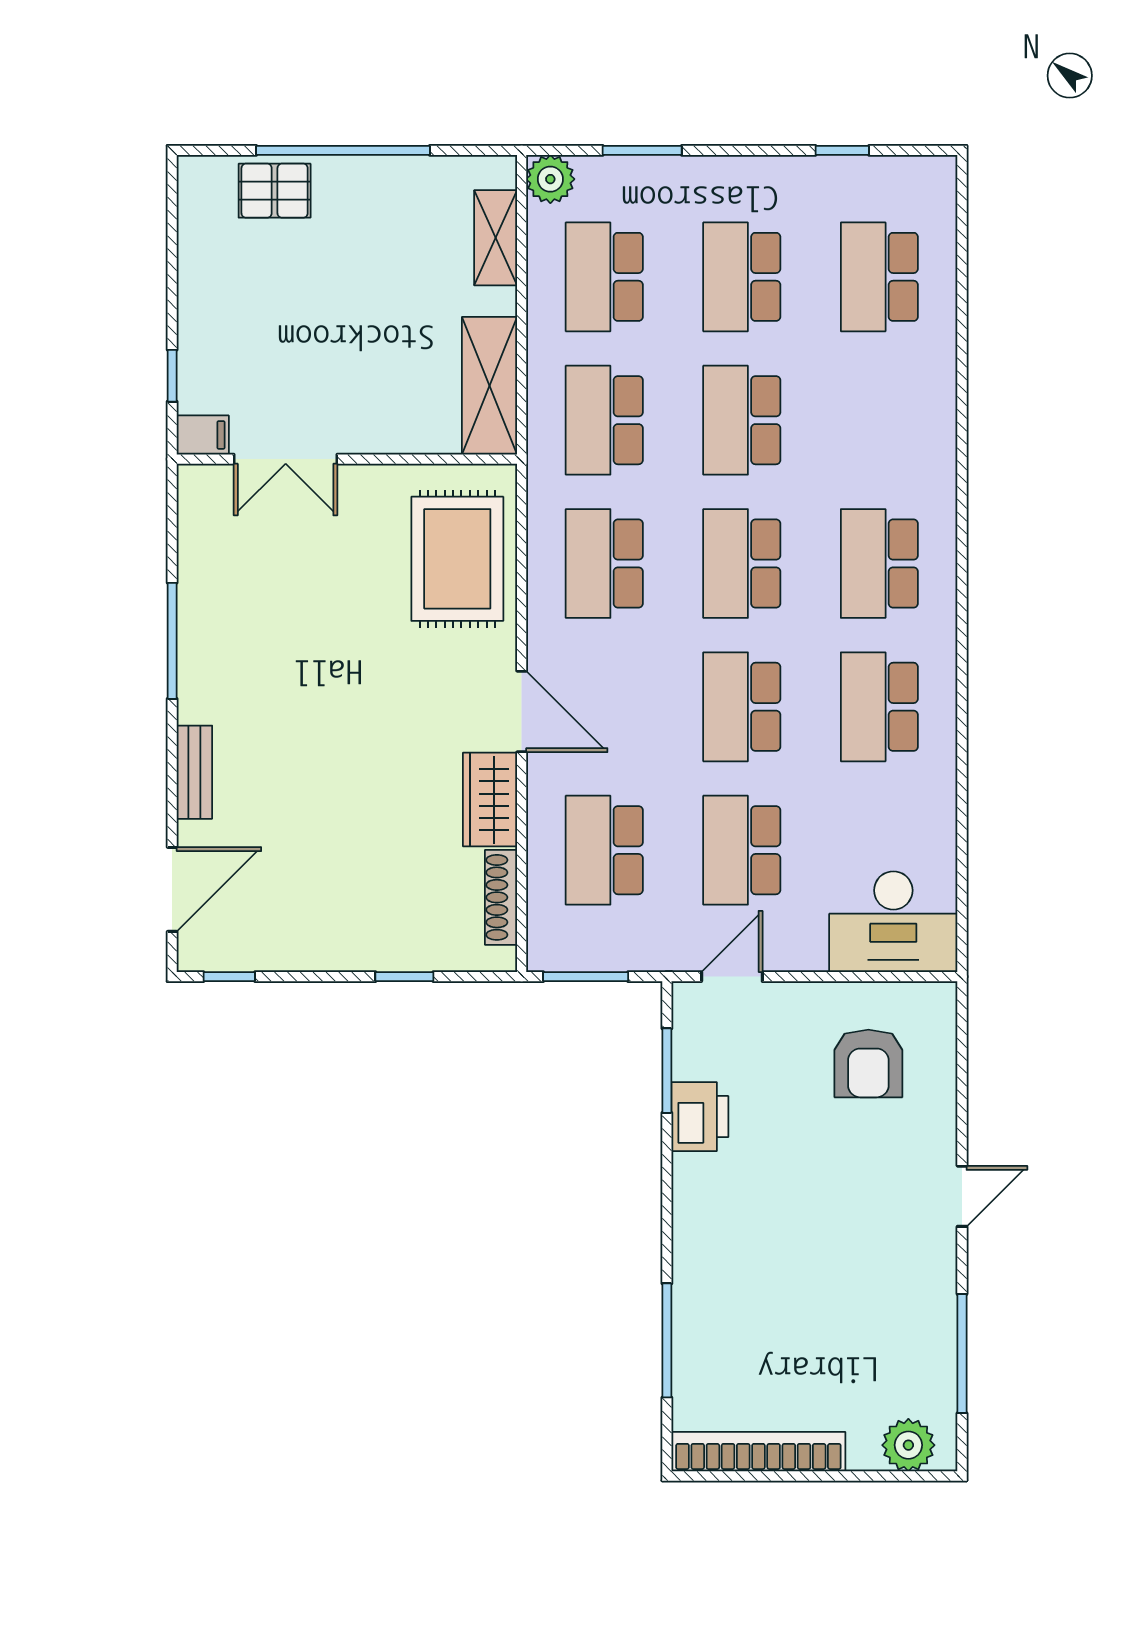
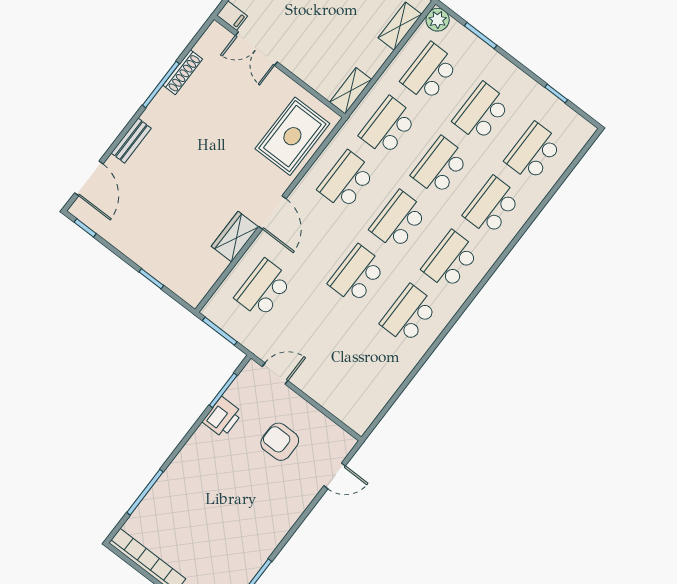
shelving: (490, 386) -> (351, 91), width x0.67, depth x0.75
school desk: (742, 850) -> (492, 206), moved
door: (172, 889) -> (89, 178), hinge flipped
shoe rack: (501, 897) -> (183, 72), moved, turned 180
desk: (893, 922) -> (352, 400), removed
armchair: (868, 1063) -> (280, 442), moved, turned 90
door: (962, 1196) -> (335, 476), moved

